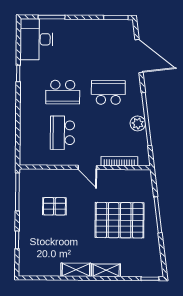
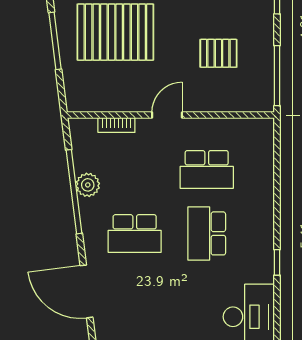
school desk: (63, 92) -> (207, 233), turned -90
school desk: (62, 133) -> (207, 169), turned 90
bookcase: (119, 161) -> (116, 125), width x0.64
door: (87, 167) -> (167, 115), hinge flipped

